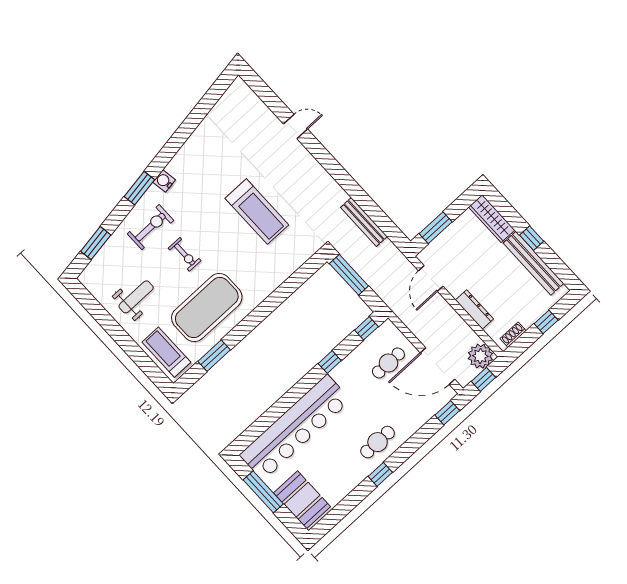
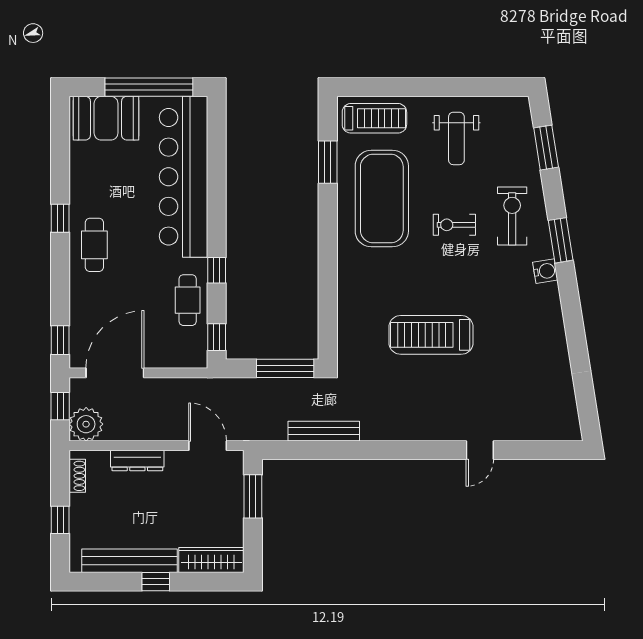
exercise bike: (150, 227) -> (512, 216), turned 180
cafe table: (388, 363) -> (188, 300), moved
window: (263, 492) -> (149, 87), width x1.46

